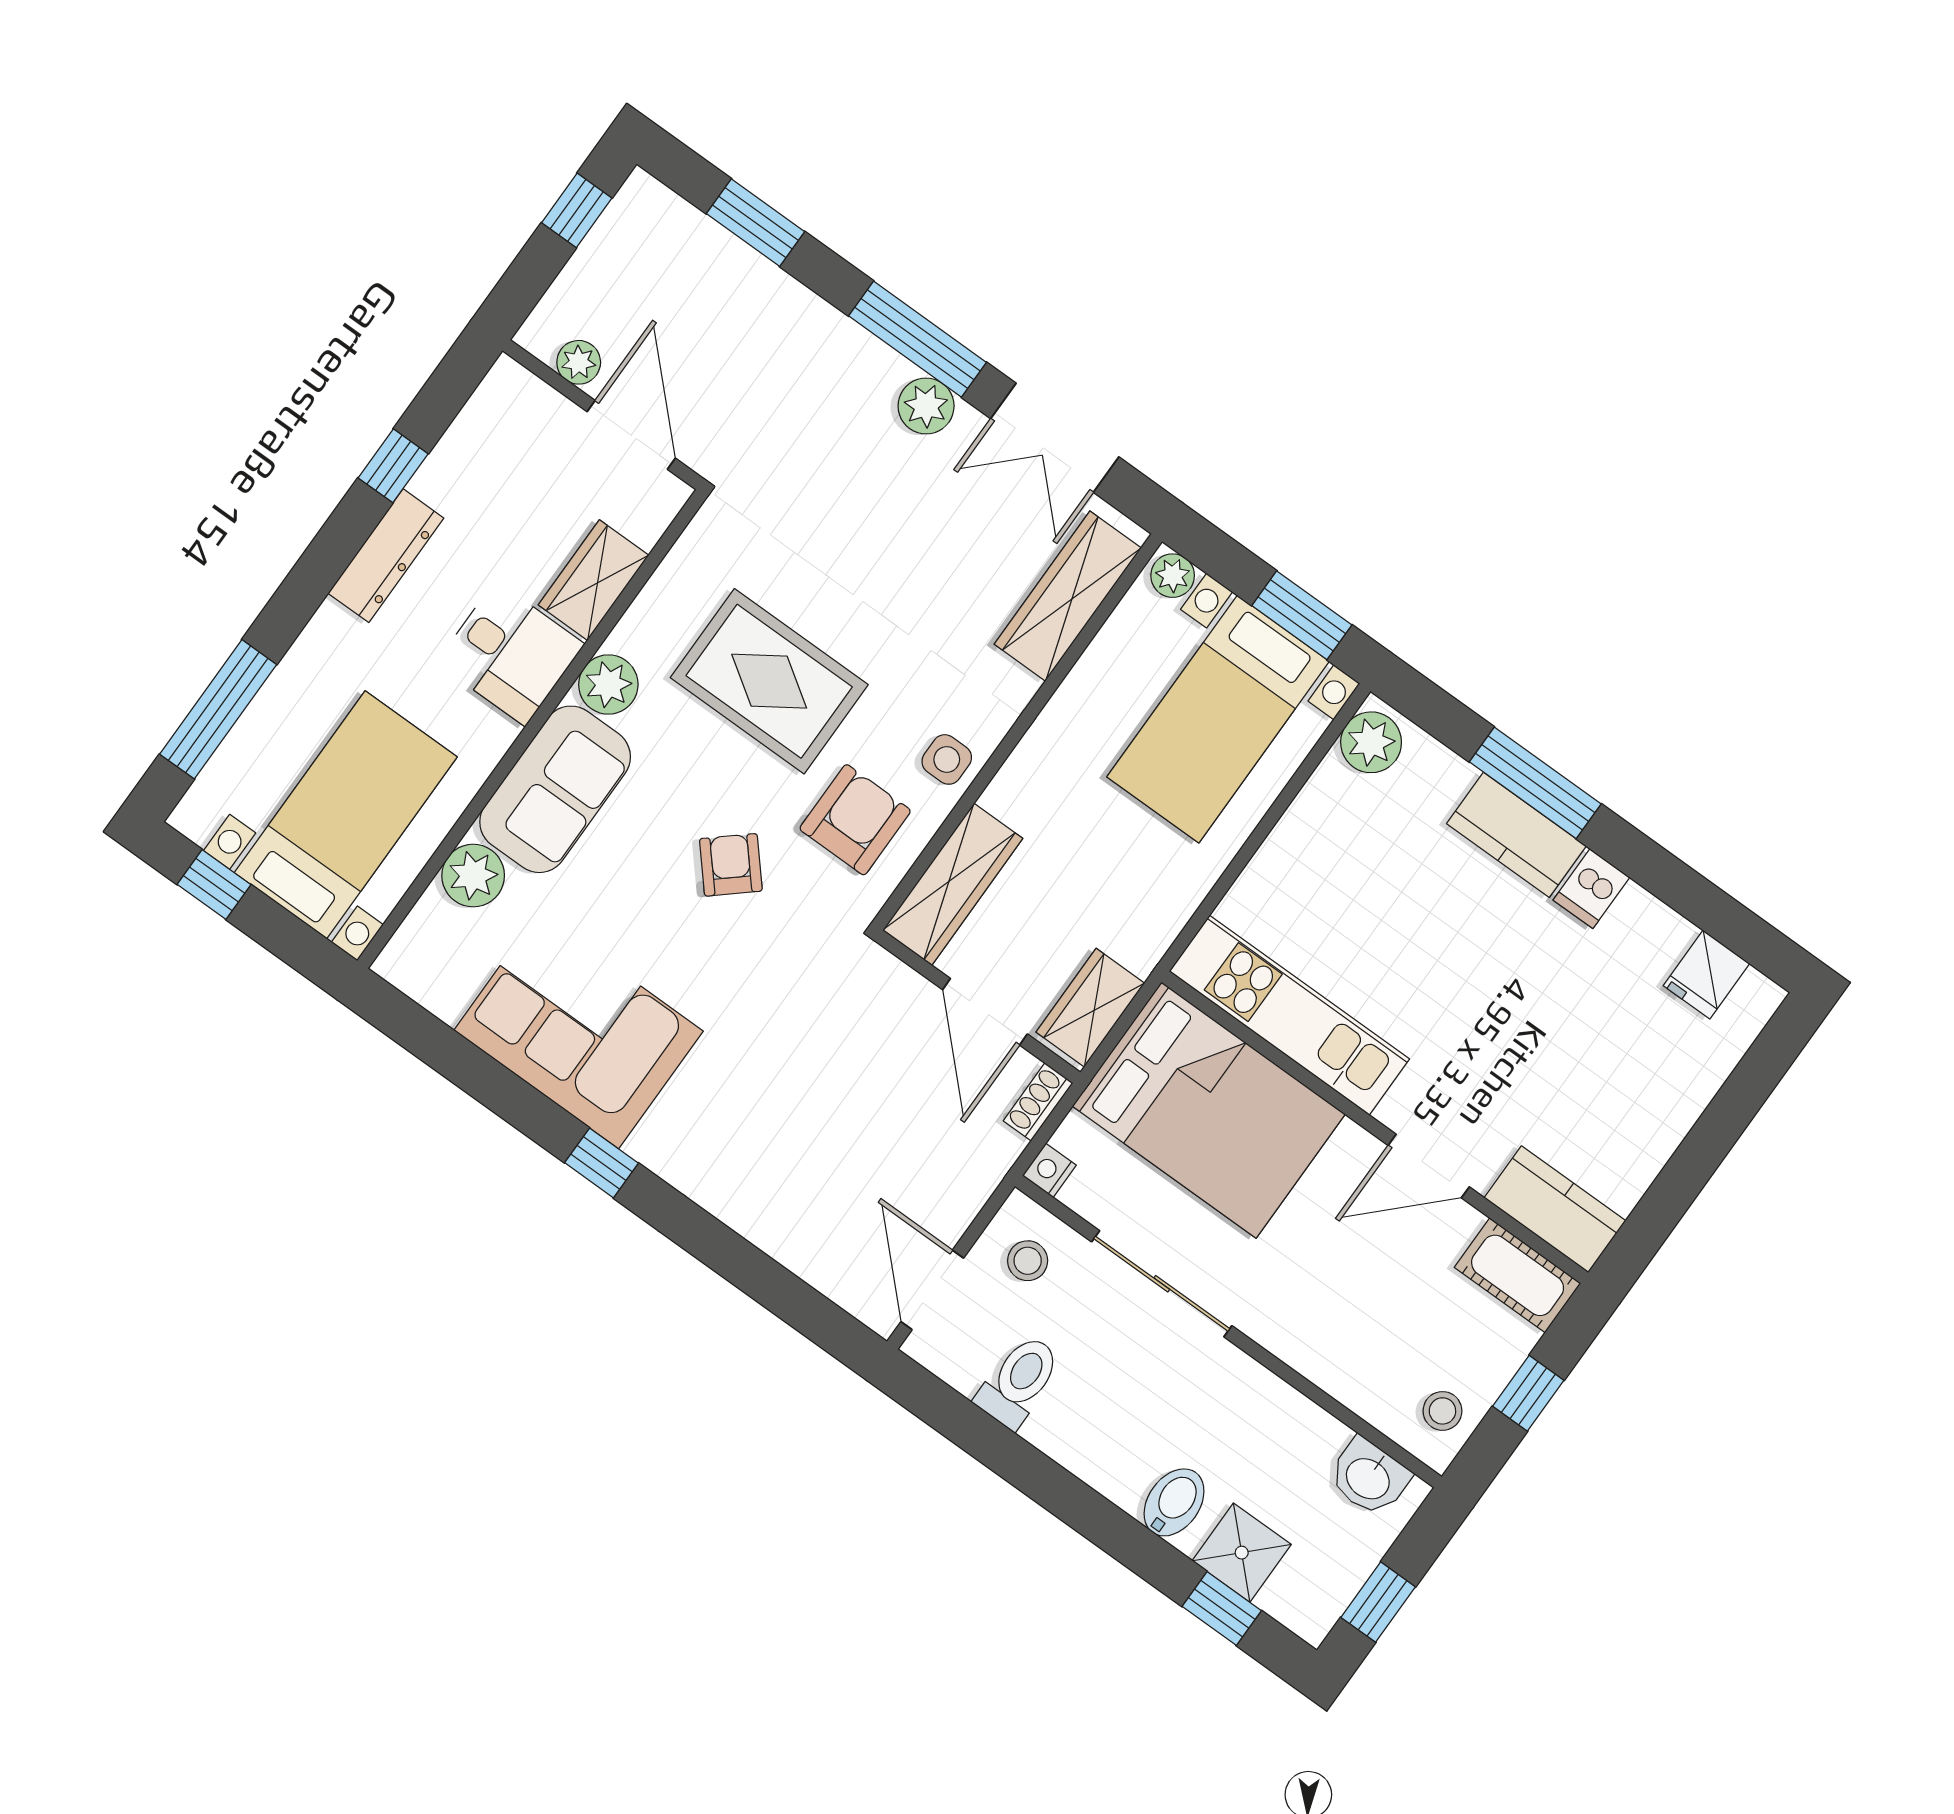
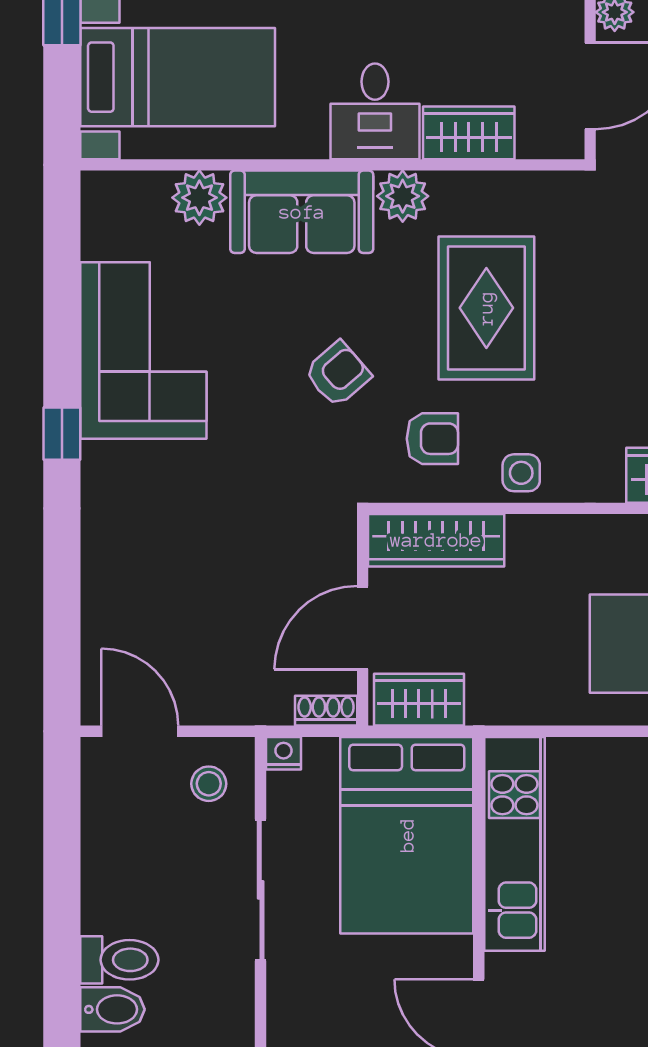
armchair: (855, 820) -> (432, 439), width x0.72, depth x0.72
door: (932, 1290) -> (140, 731), hinge flipped
toilet: (1019, 1381) -> (119, 960), moved

